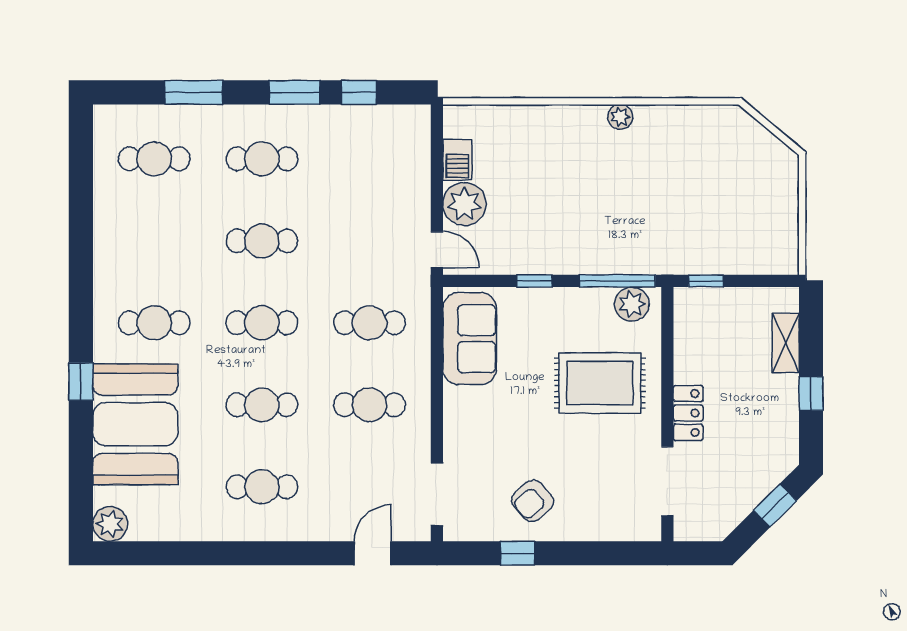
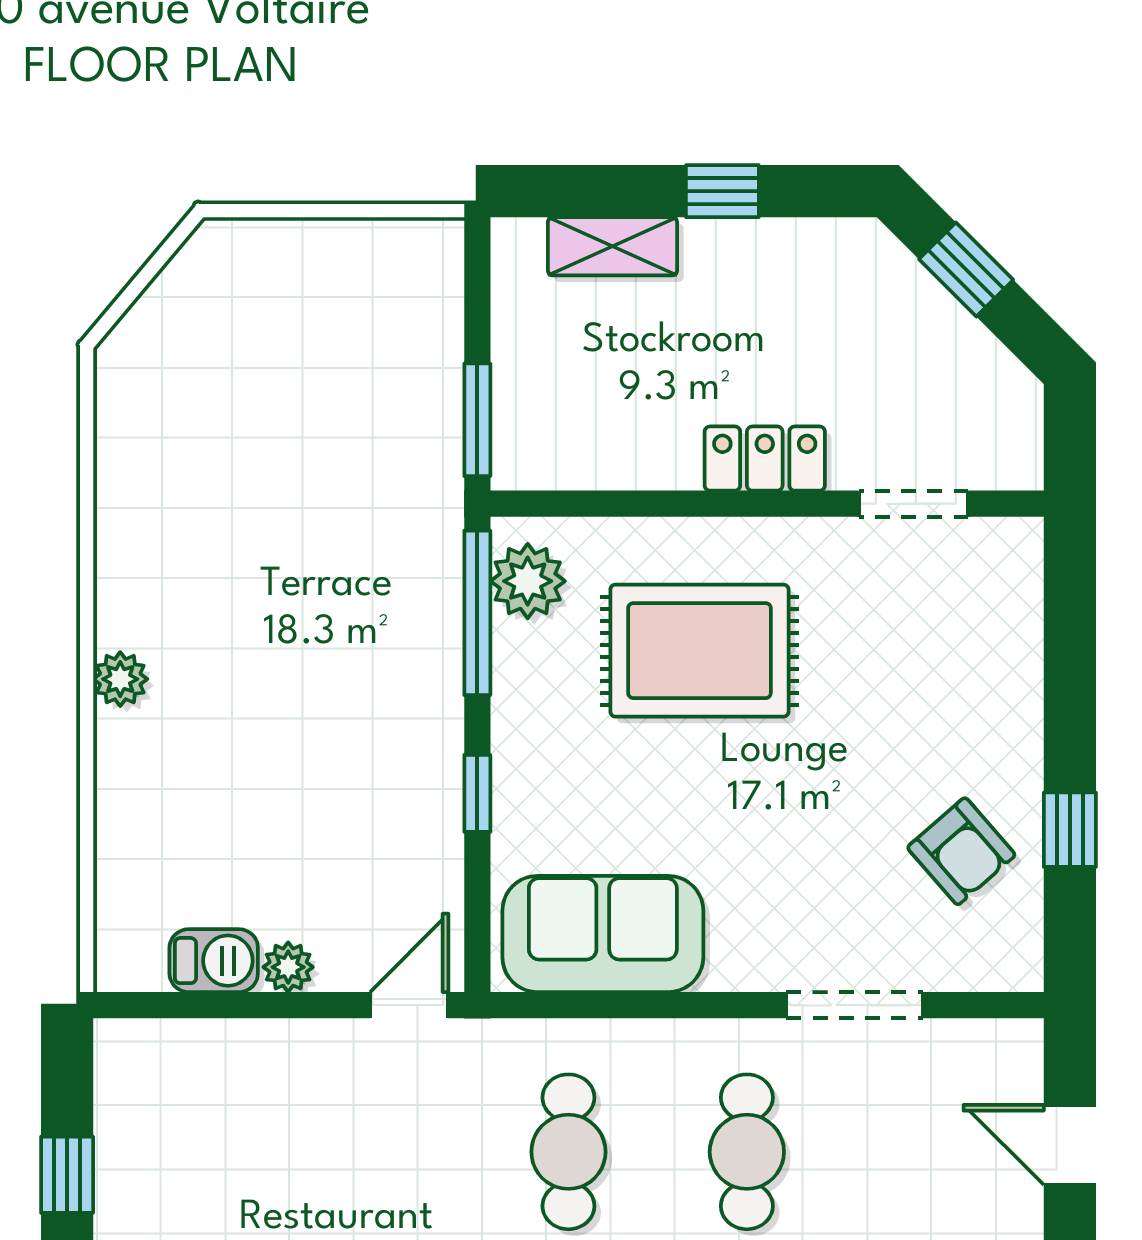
plant: (620, 117) -> (120, 679), moved
plant: (464, 204) -> (288, 967), width x0.53, depth x0.53
window: (706, 281) -> (477, 420), width x1.50
rug: (600, 383) -> (699, 651), turned 90
doorway: (667, 481) -> (914, 504), width x0.73
doorway: (437, 494) -> (855, 1005), moved
armchair: (533, 501) -> (961, 851), moved

